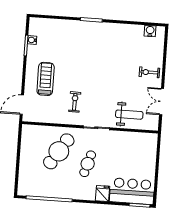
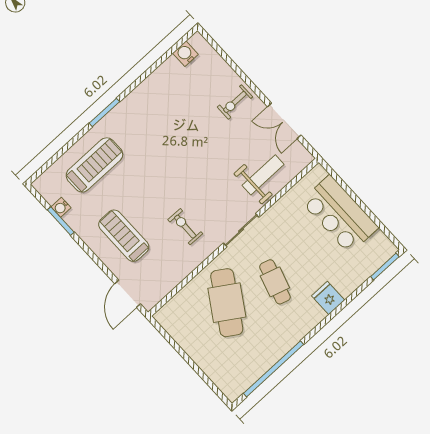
treadmill: (64, 37) -> (94, 165), added
bar counter: (132, 191) -> (340, 214), moved, turned -90

